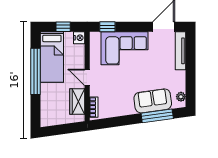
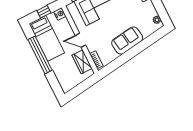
sofa: (153, 101) -> (127, 41), moved
window: (157, 116) -> (146, 43), removed

